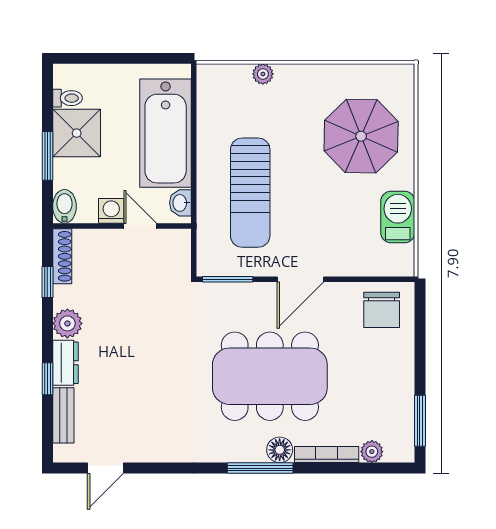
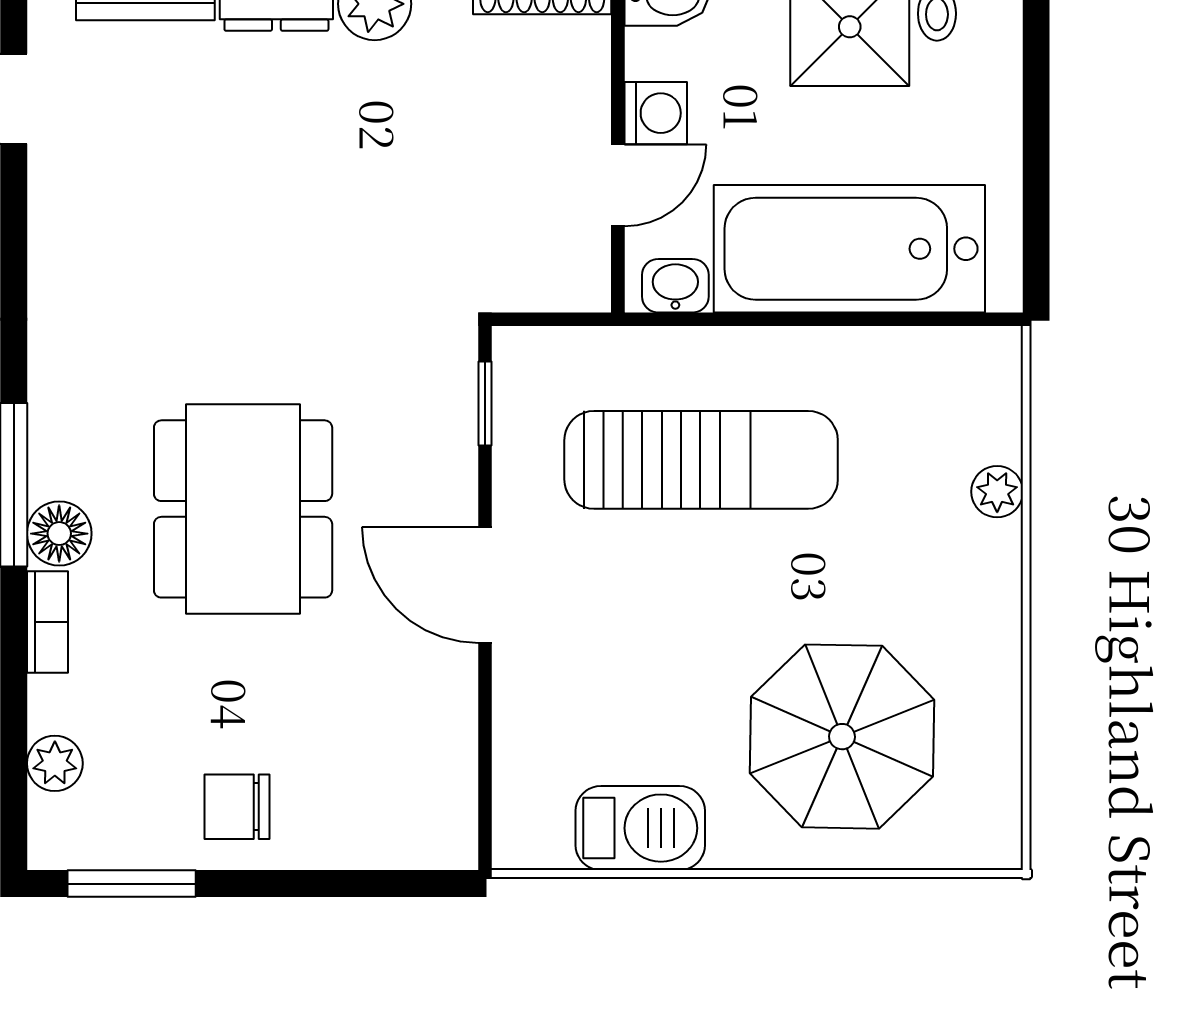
sun lounger: (250, 193) -> (701, 460), turned 180
window: (228, 279) -> (485, 404), width x0.67
chair: (382, 310) -> (237, 807), moved, width x0.73, depth x0.73
dining table: (270, 376) -> (243, 509), width x0.73, depth x0.80
bookcase: (327, 455) -> (47, 622), width x0.64

